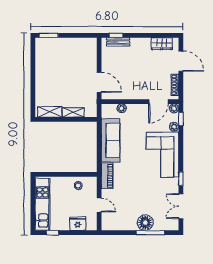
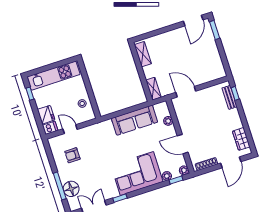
door: (33, 53) -> (193, 21), added
door: (99, 82) -> (186, 92), swing flipped
door: (158, 102) -> (183, 144), moved
shelving: (73, 112) -> (153, 89), moved
piano: (107, 176) -> (100, 128), removed
door: (99, 205) -> (70, 129), swing flipped
armchair: (125, 211) -> (72, 155), added
floor lamp: (145, 223) -> (71, 189), moved
dishwasher: (92, 224) -> (50, 128), added

